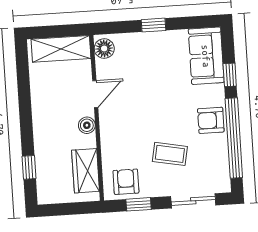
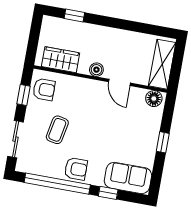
armchair: (211, 120) -> (76, 169), turned 90

